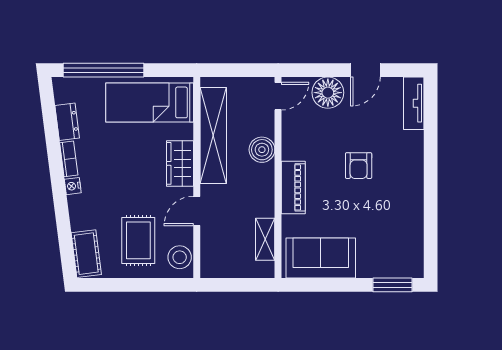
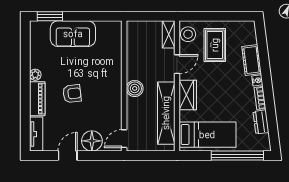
boiler: (262, 150) -> (135, 88), moved
armchair: (359, 166) -> (72, 94), turned 83
piano: (293, 187) -> (37, 99), moved, turned 180
plant: (415, 195) -> (35, 75), added
shelving: (265, 239) -> (169, 34), moved
cot: (86, 254) -> (252, 60), moved
sofa: (321, 258) -> (73, 34), moved

